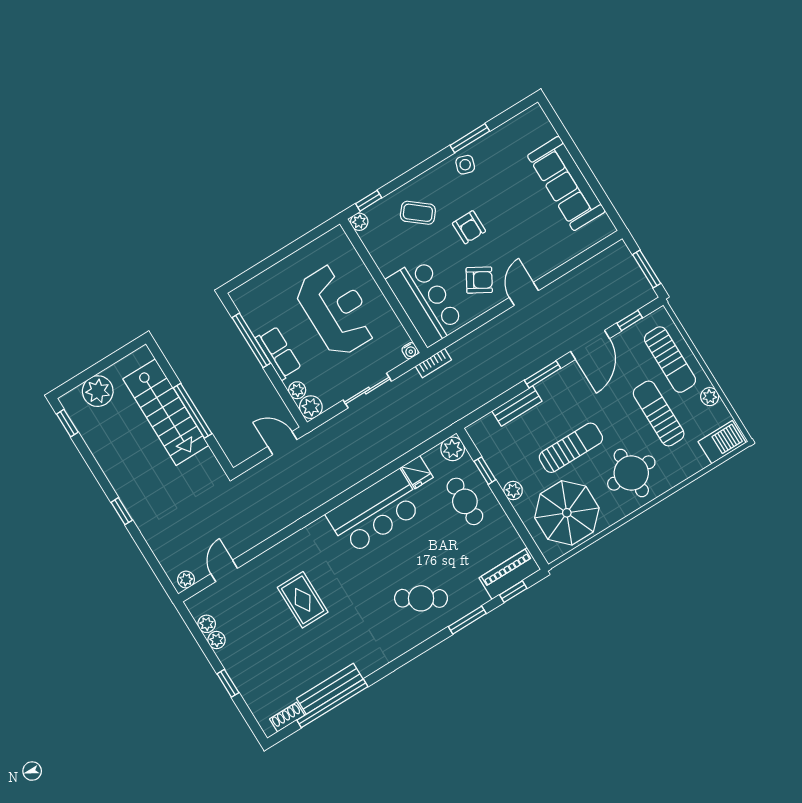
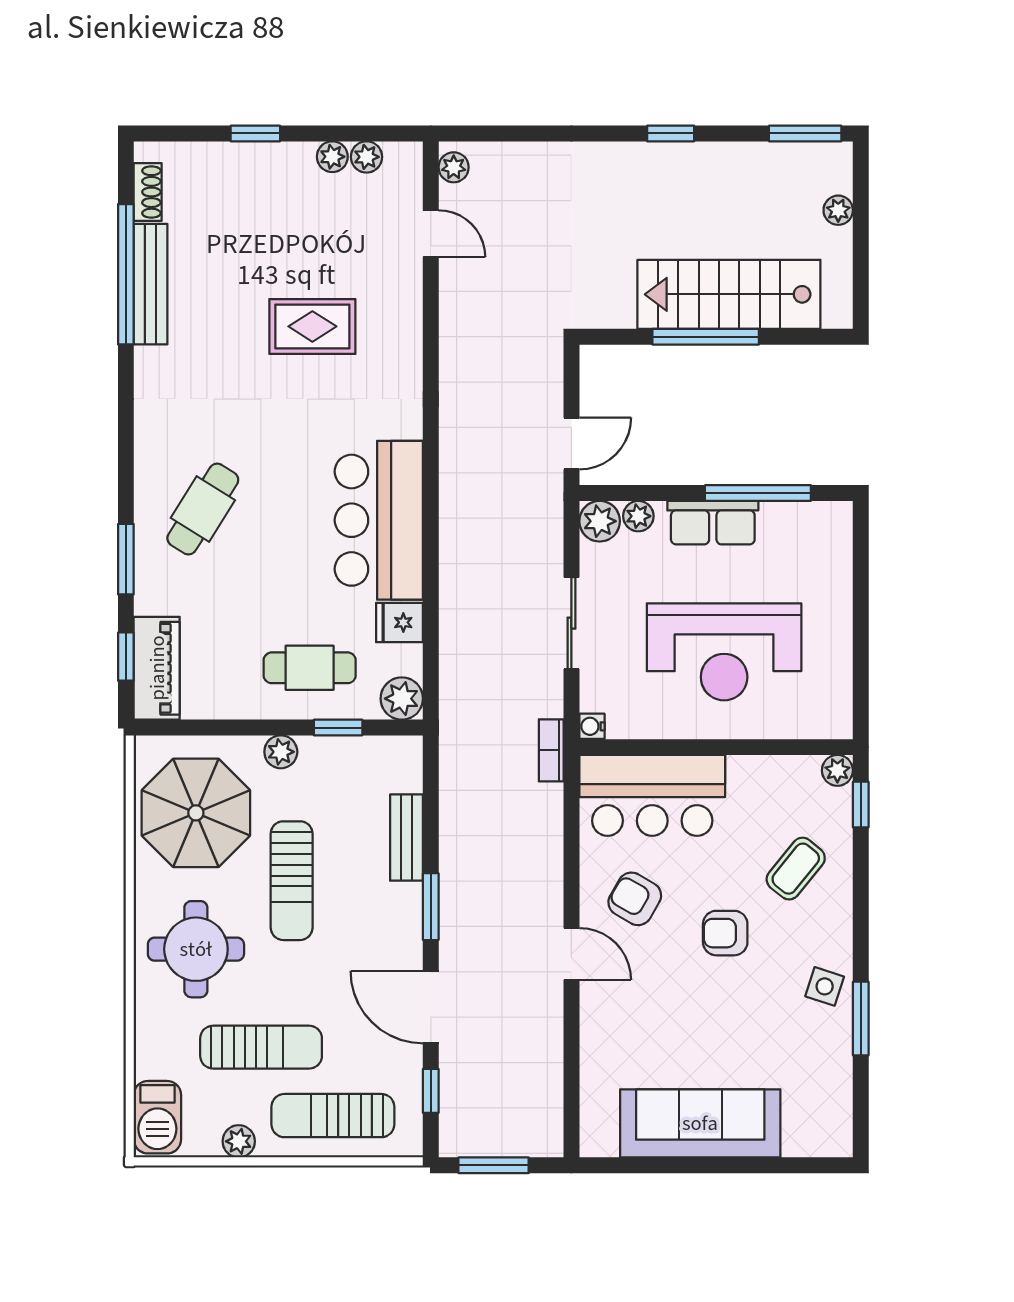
armchair: (479, 280) -> (635, 899), turned 90
plant: (98, 391) -> (838, 210), width x0.53, depth x0.53
window: (67, 423) -> (805, 133), width x1.50
window: (122, 511) -> (671, 133), moved

